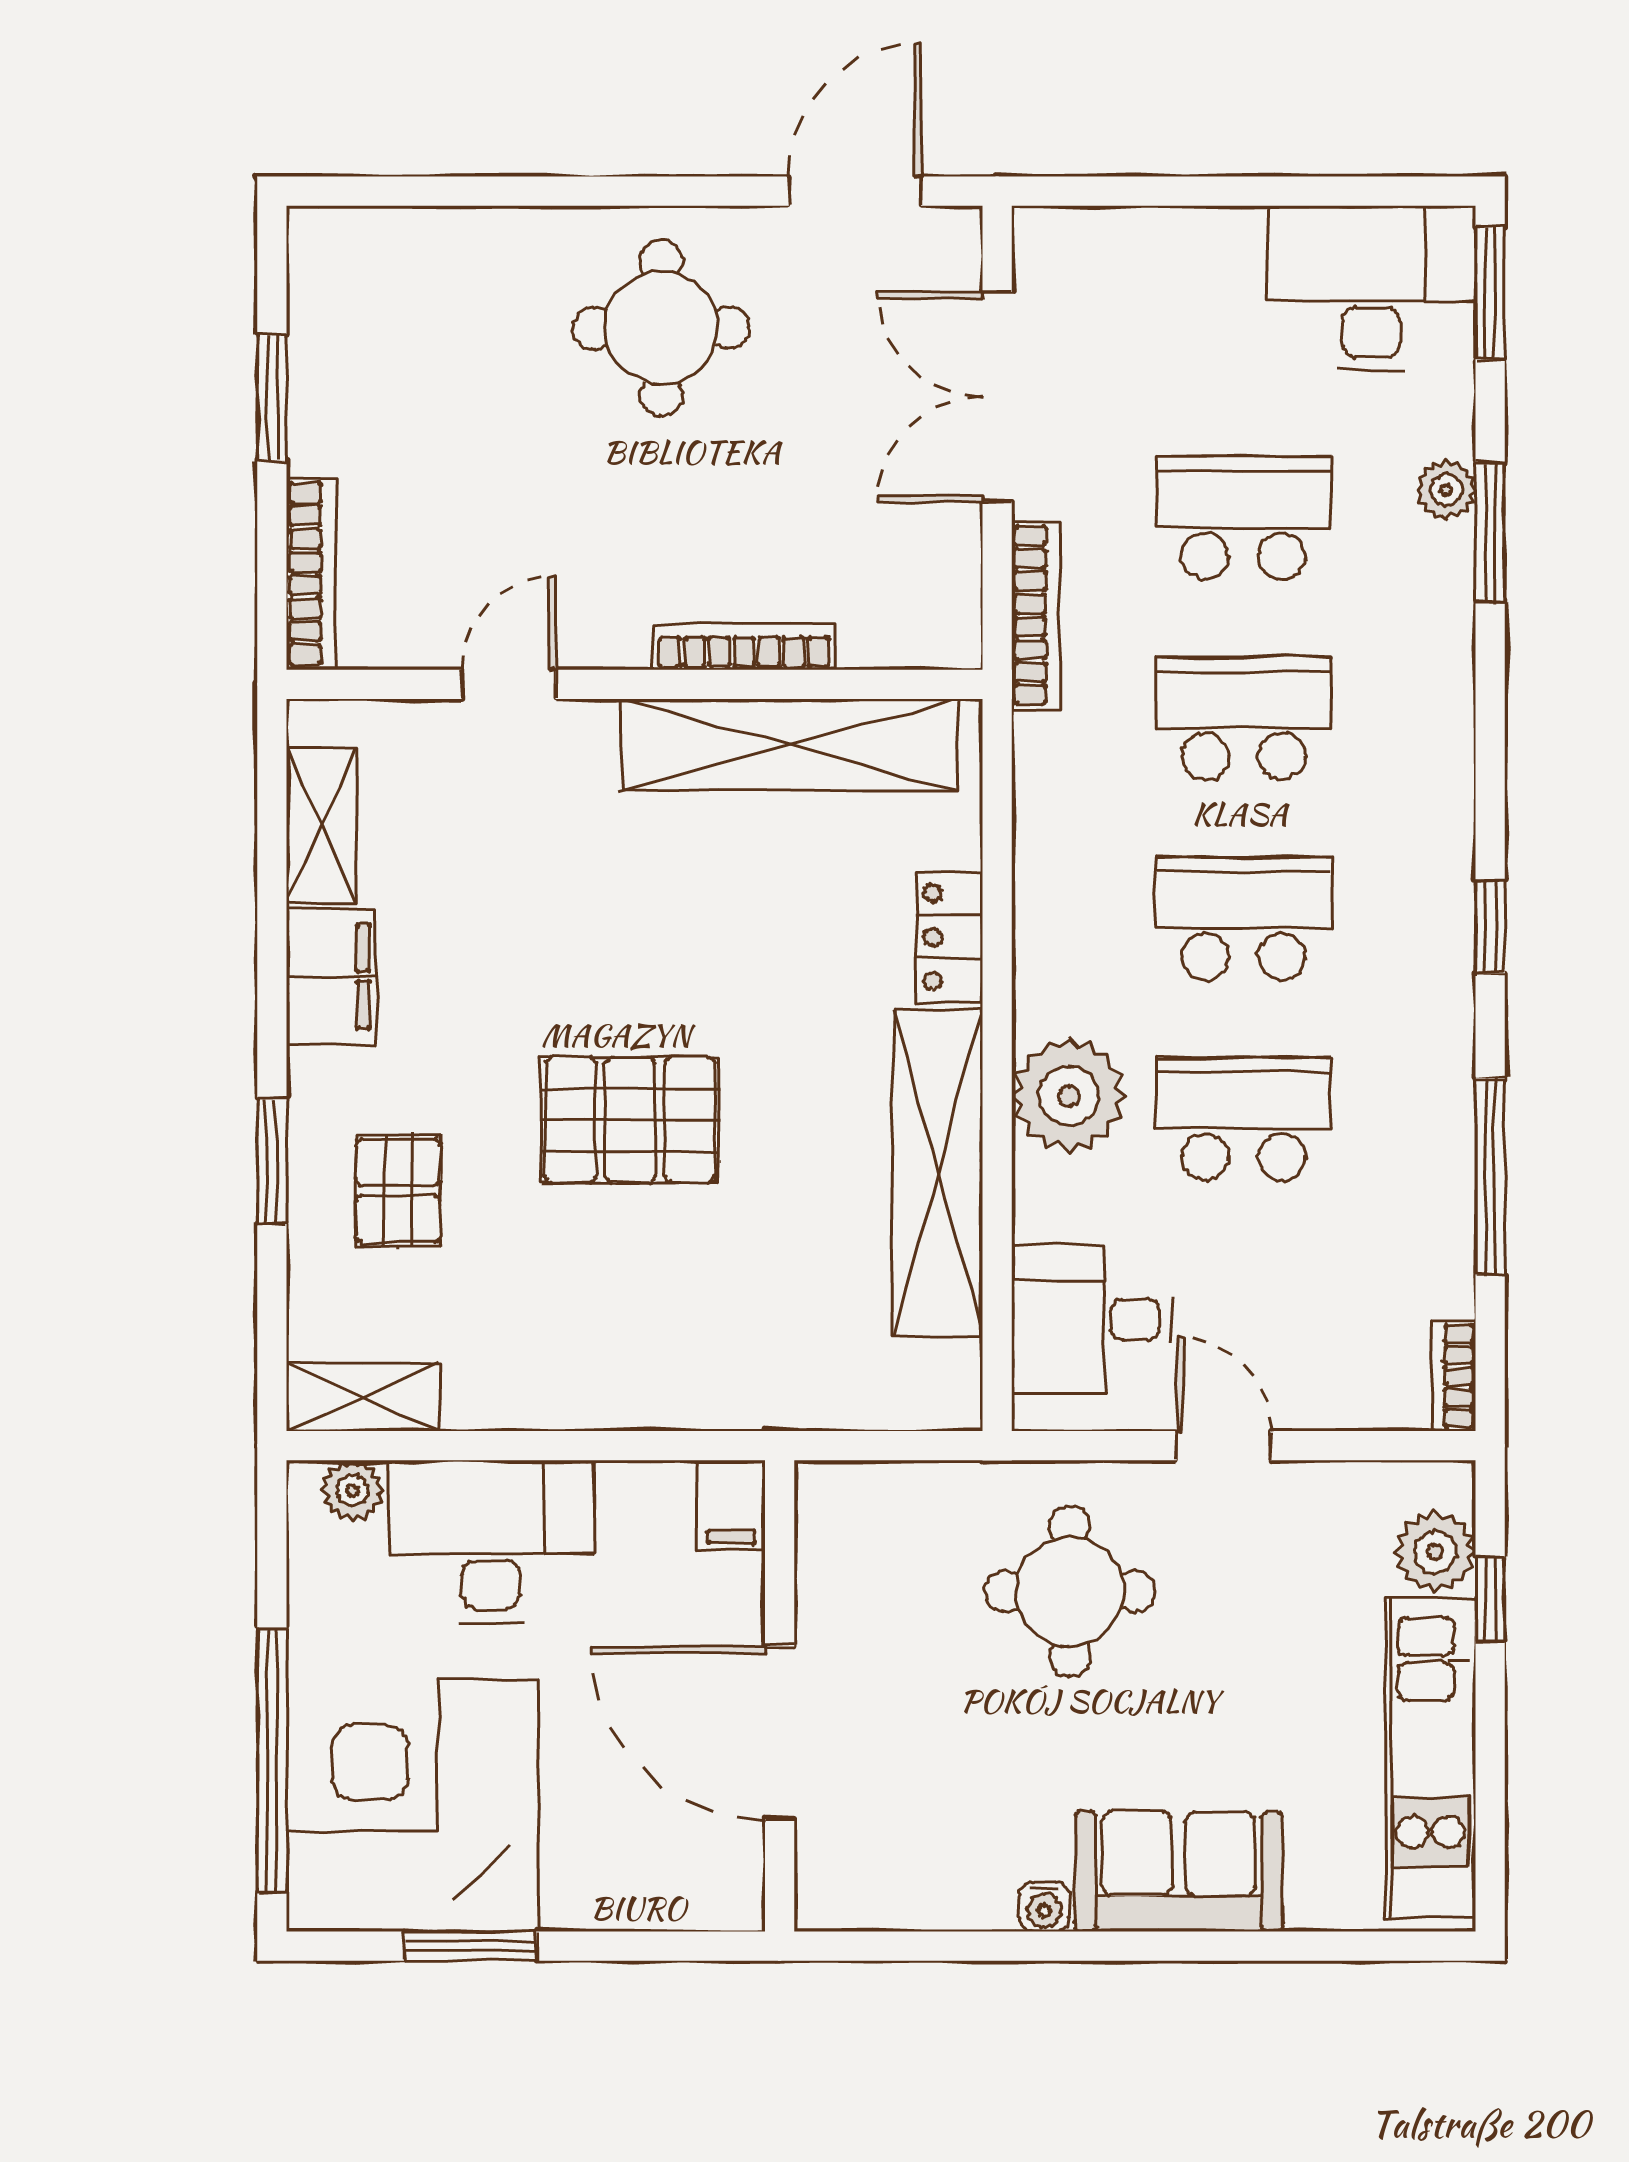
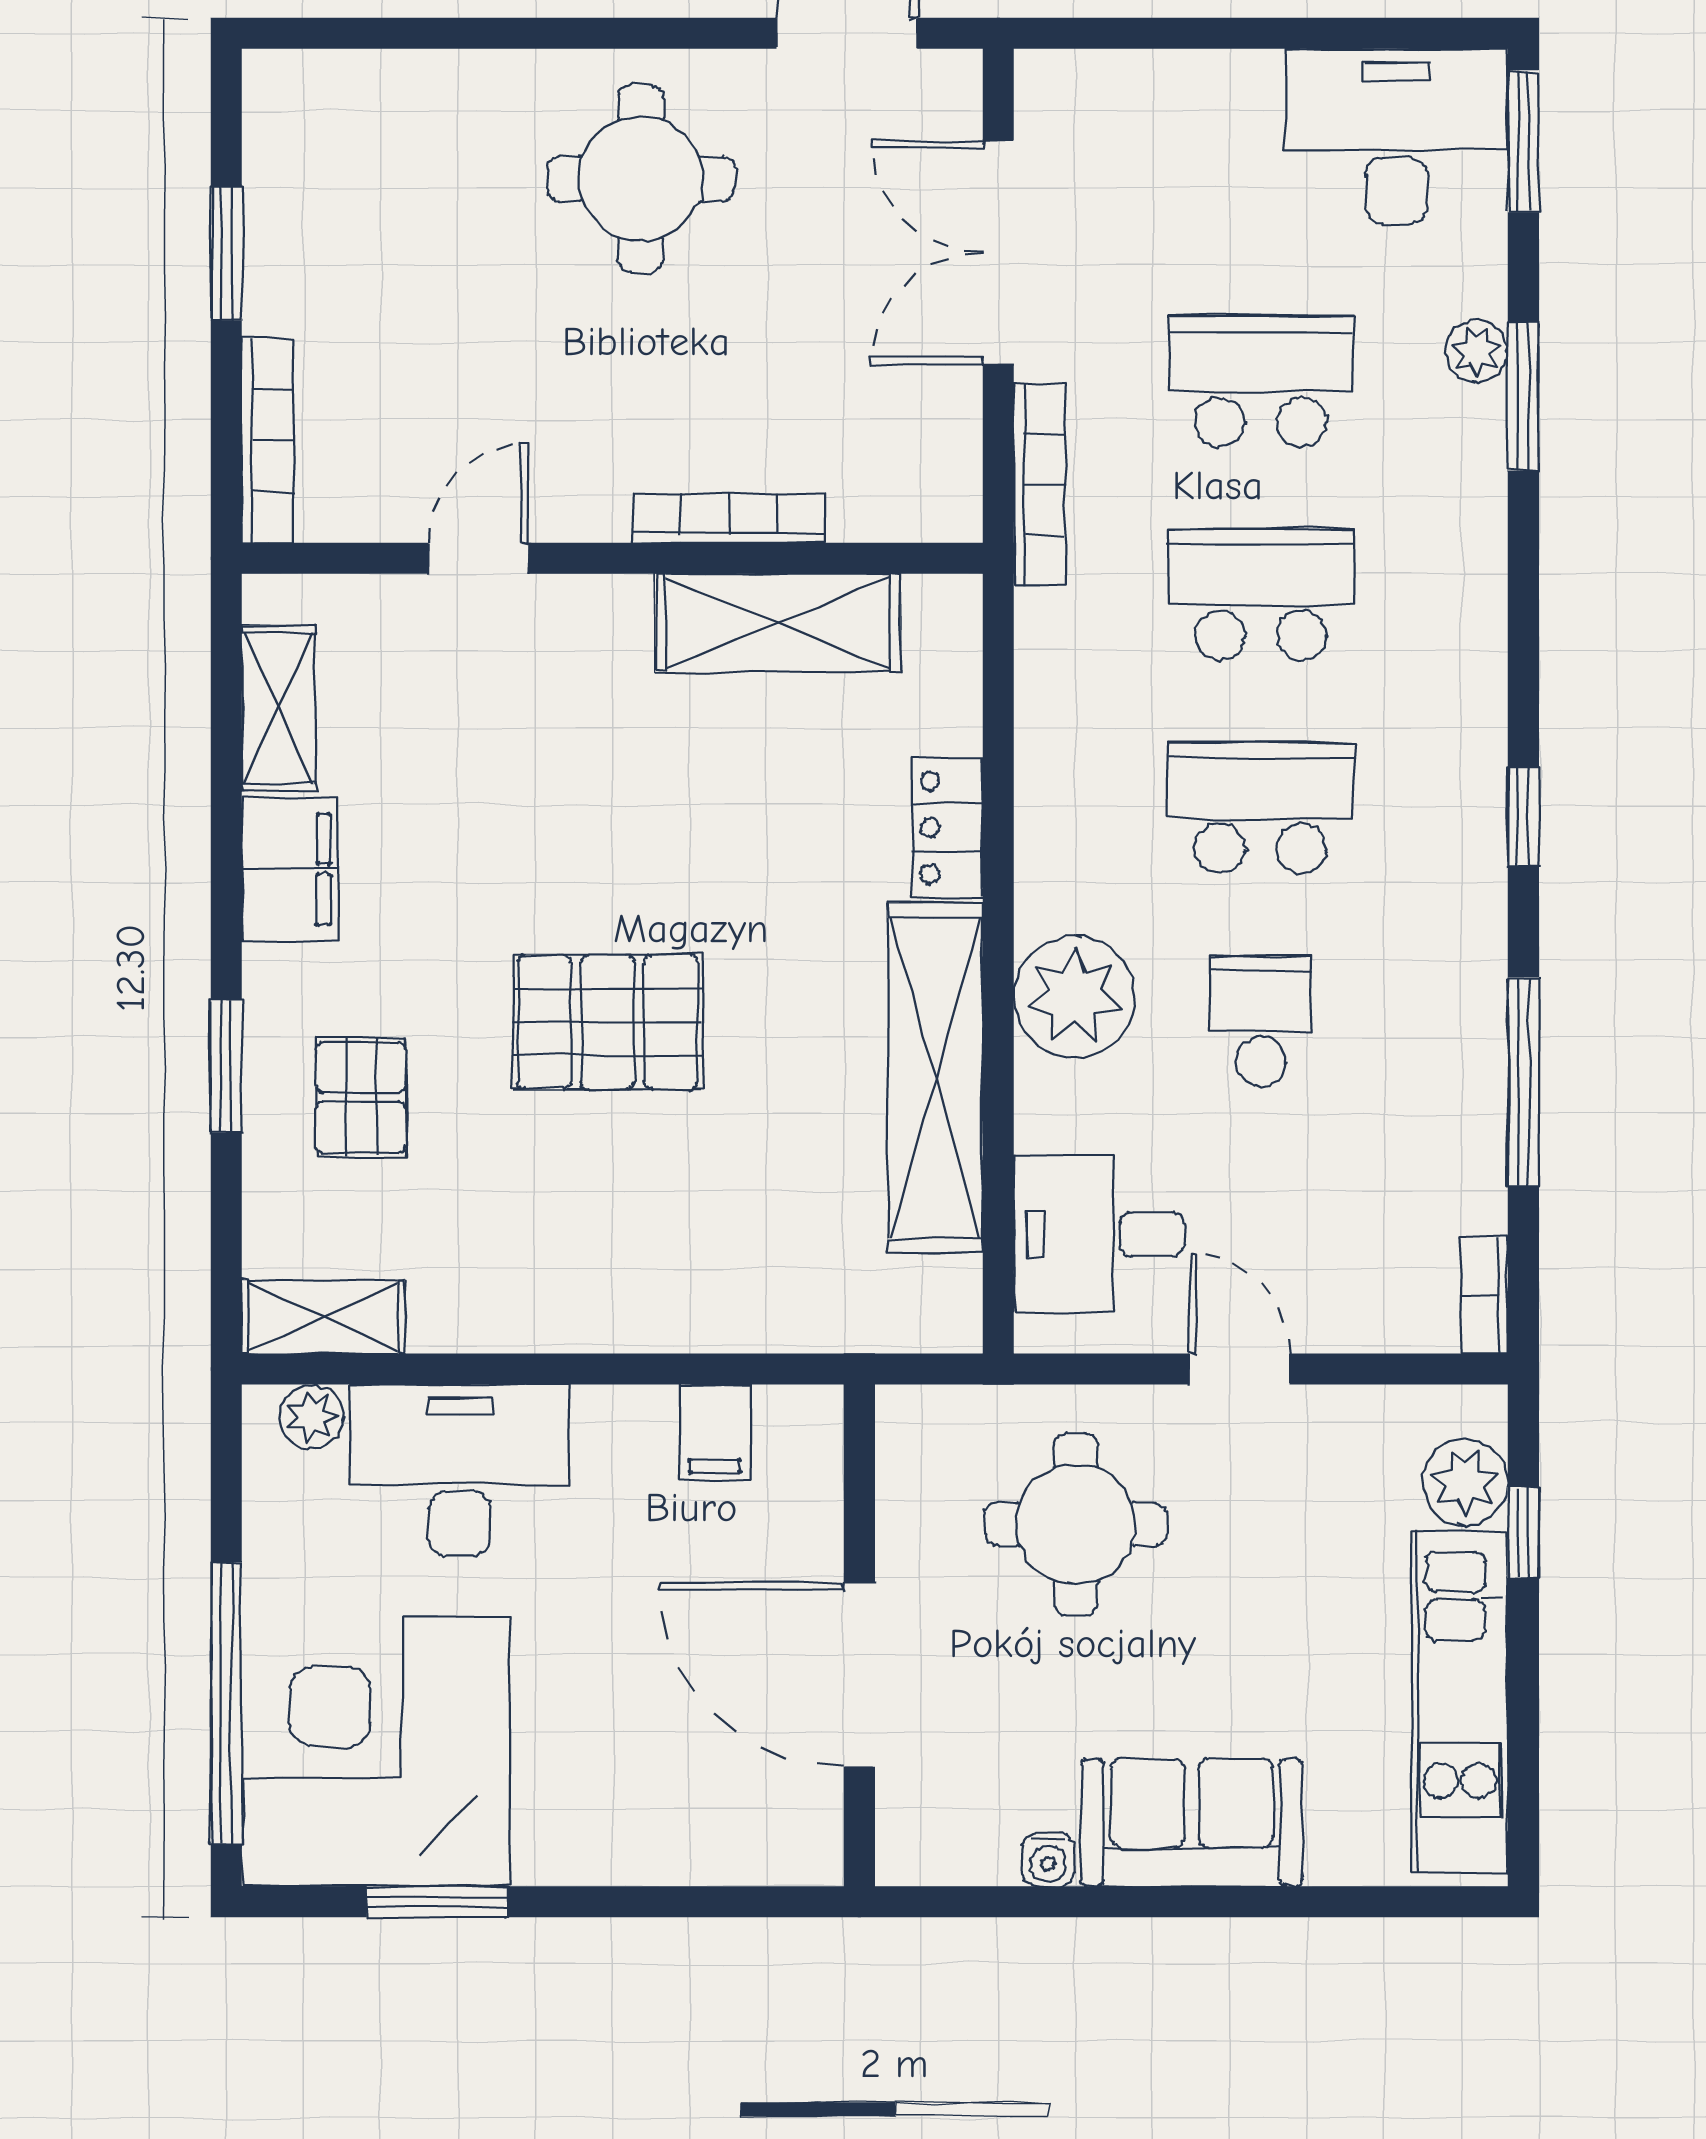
shelving: (790, 745) -> (778, 623), width x0.68
school desk: (1244, 1119) -> (1261, 1021), width x0.54
wall: (780, 1696) -> (859, 1635), moved
door: (780, 1733) -> (859, 1675), moved

